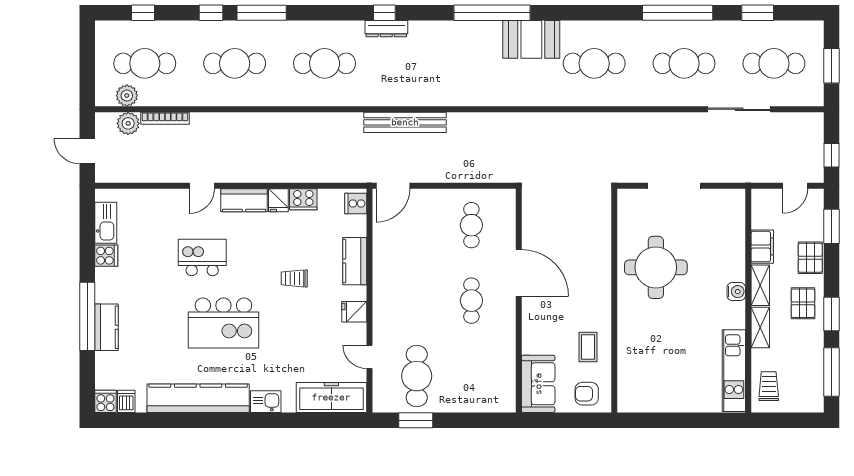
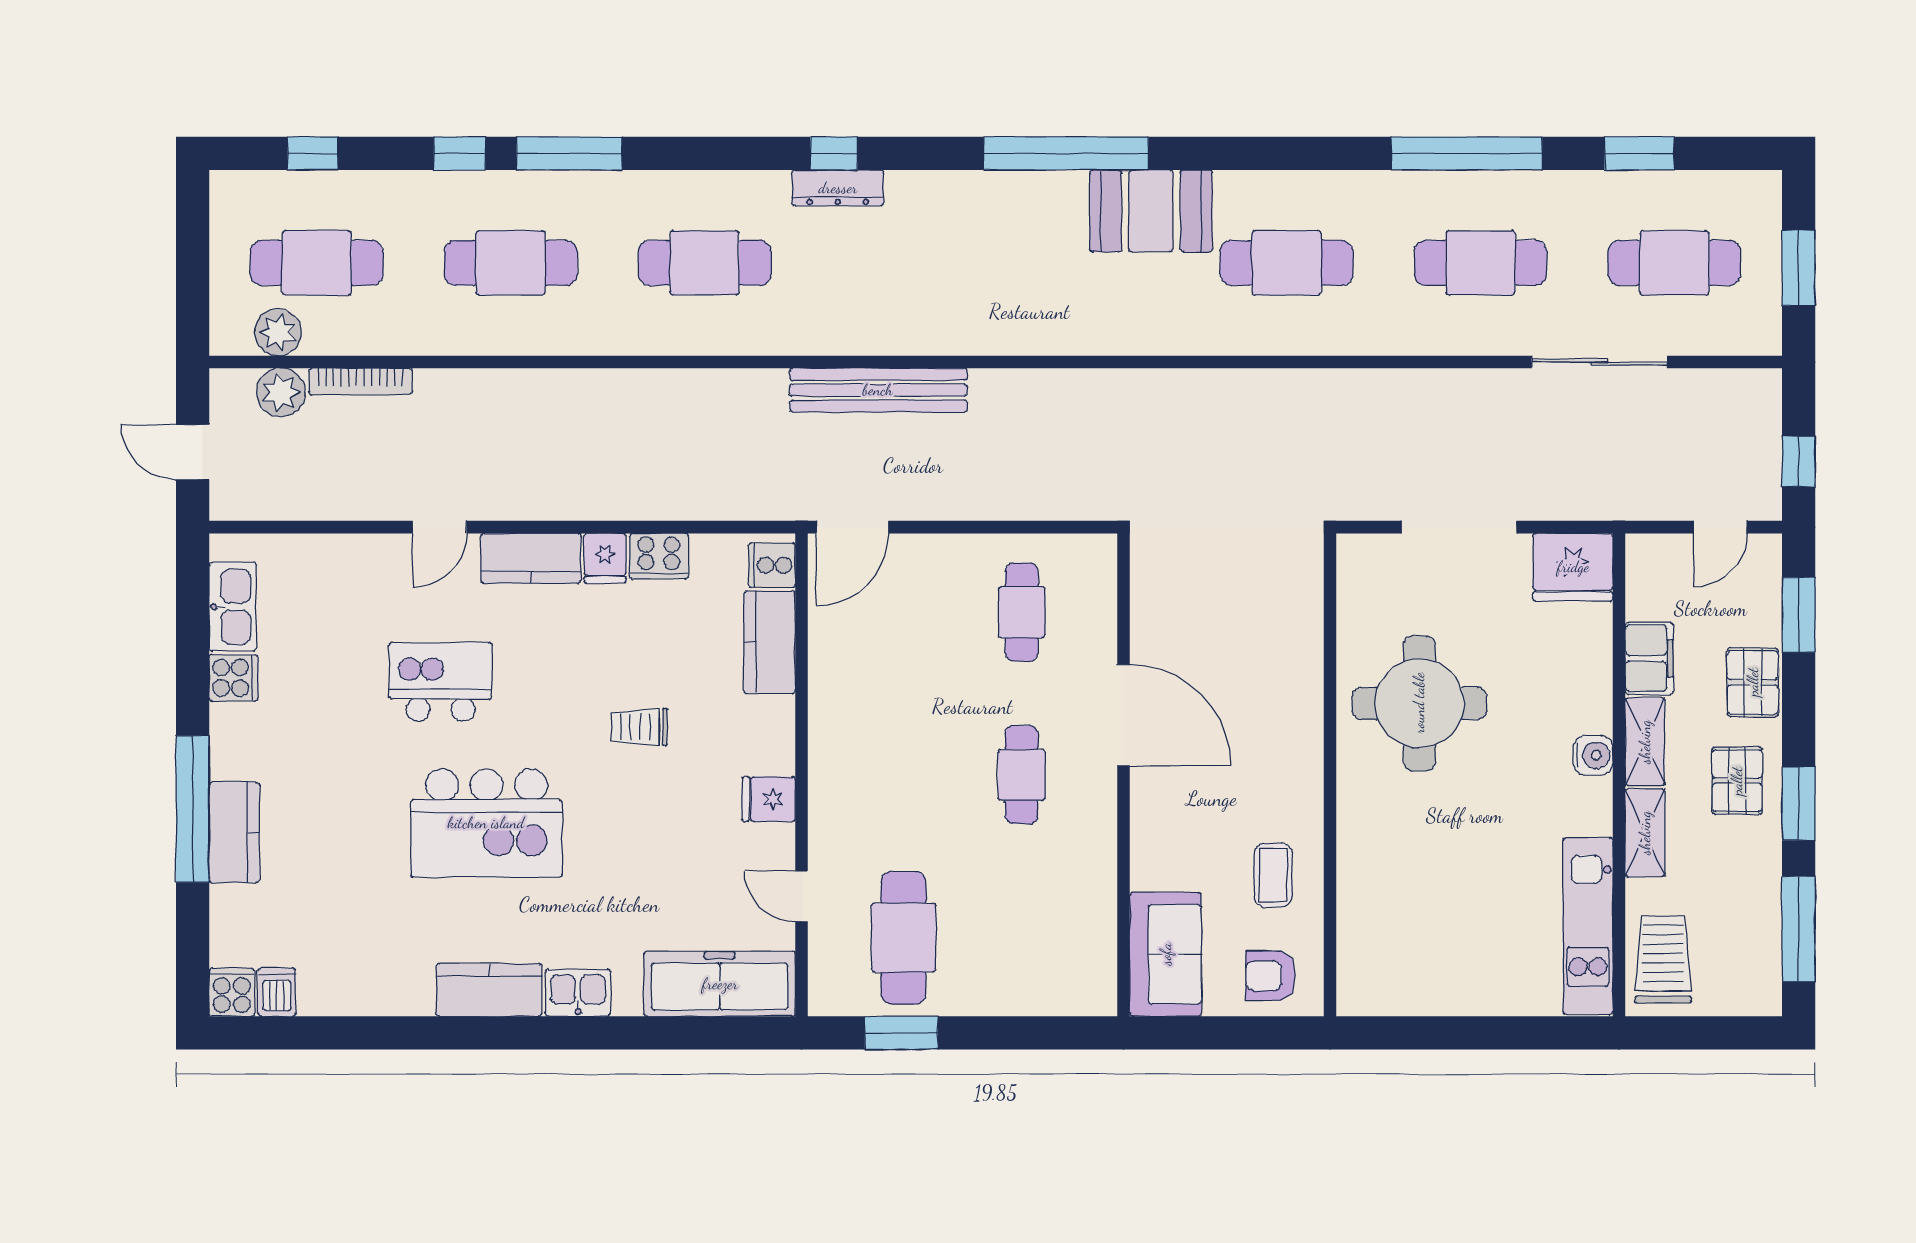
fridge: (727, 204) -> (1573, 567), added
kitchen counter: (355, 261) -> (770, 642), moved
trolley: (769, 386) -> (1663, 959), width x1.36, depth x1.39
kitchen counter: (198, 398) -> (489, 990), width x0.48, depth x0.86

